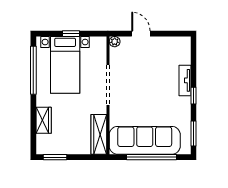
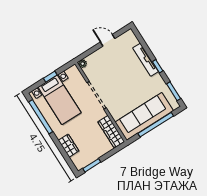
door: (141, 34) -> (108, 40), moved
tv unit: (185, 80) -> (146, 60), width x1.41

